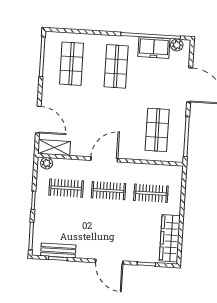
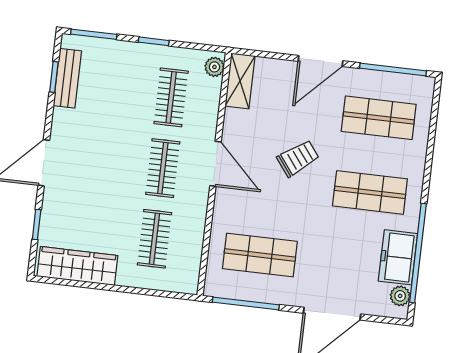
trolley: (98, 110) -> (298, 158), added
door: (38, 120) -> (321, 61), moved

